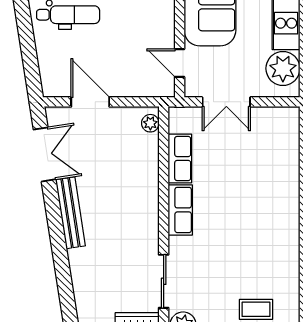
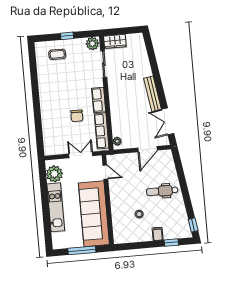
door: (90, 102) -> (148, 149), hinge flipped
row of seats: (180, 158) -> (102, 131), width x1.48
chair: (227, 182) -> (77, 116), added

